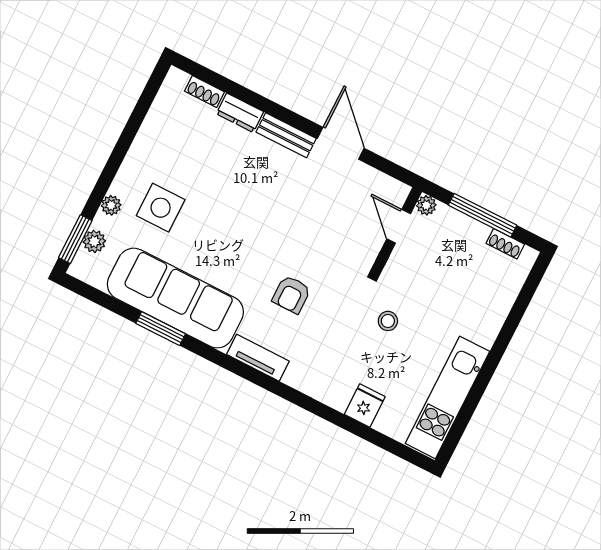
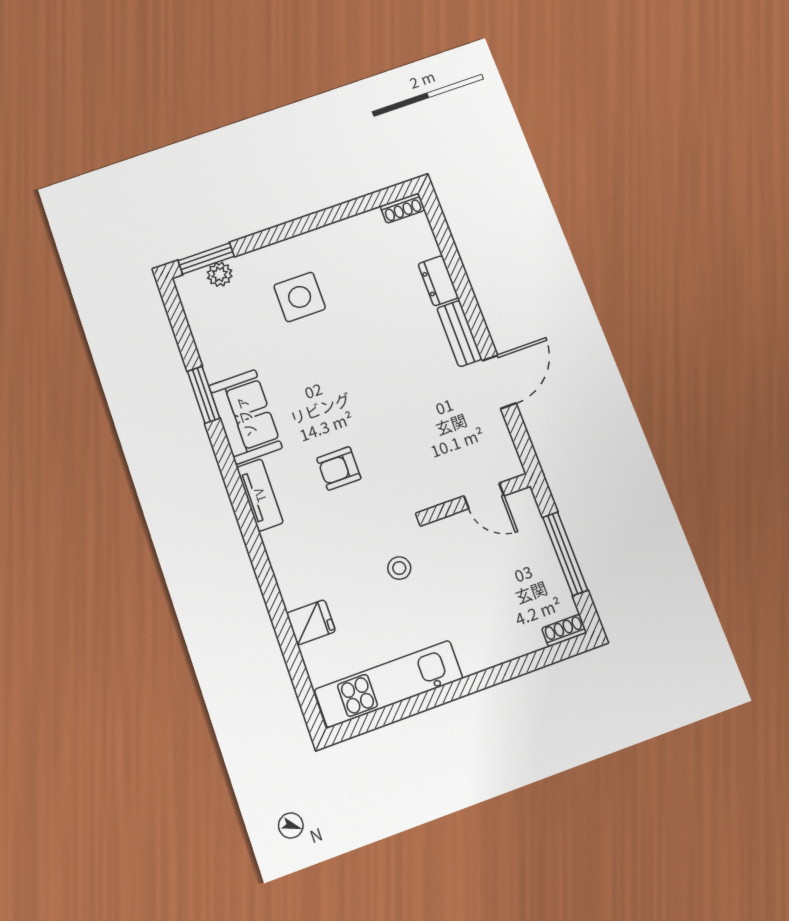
shoe rack: (205, 92) -> (402, 208), moved, turned -90
plant: (111, 205) -> (262, 258), removed
plant: (426, 205) -> (524, 500), removed
door: (399, 226) -> (484, 496), swing flipped
shoe rack: (505, 244) -> (564, 630), moved, turned 90
sofa: (175, 298) -> (245, 417), width x0.54, depth x0.79

